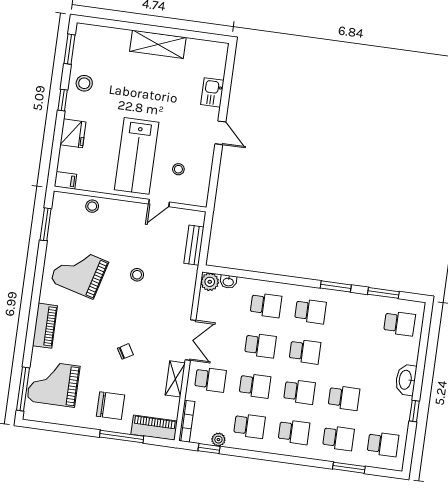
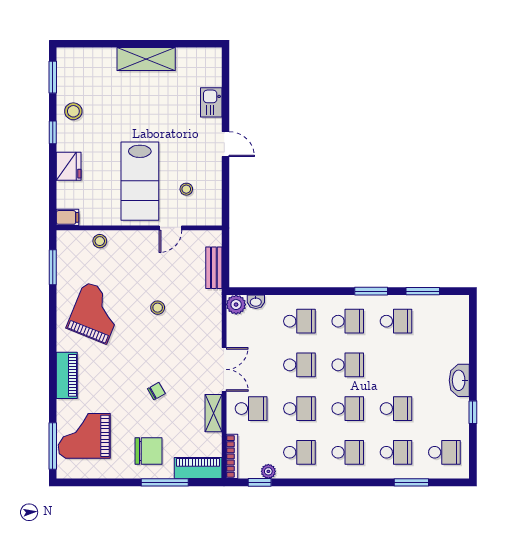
grand piano: (79, 272) -> (96, 313), turned 97
school desk: (400, 323) -> (396, 321), moved

